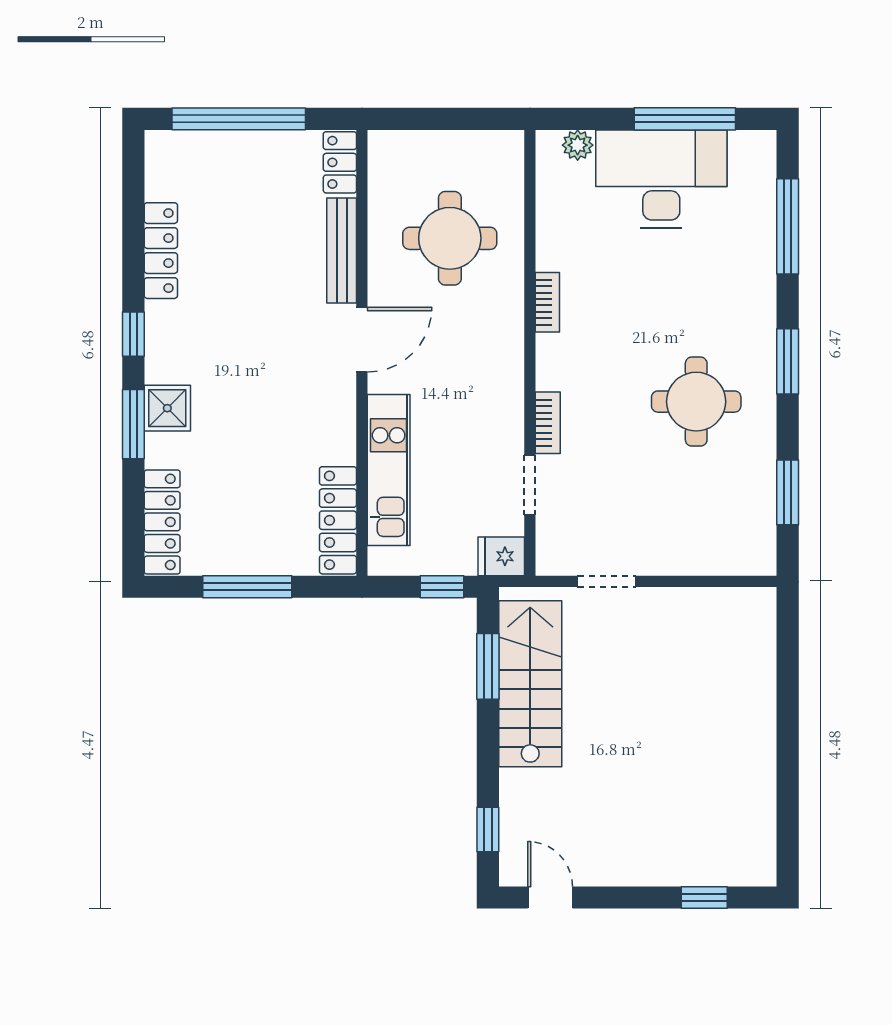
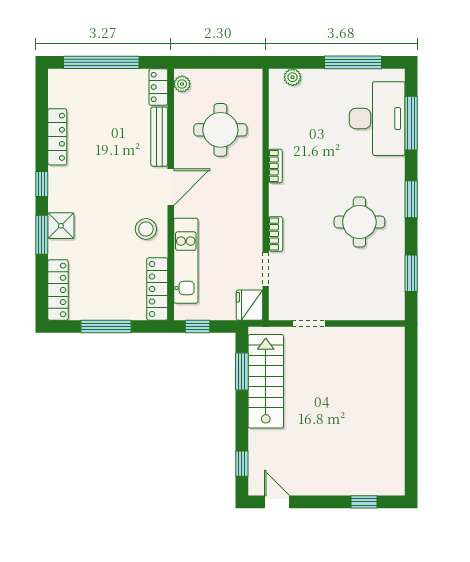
plant: (382, 157) -> (182, 84), added
desk: (661, 179) -> (377, 119), moved, turned 90
stool: (318, 414) -> (146, 229), added
fridge: (501, 556) -> (249, 305), width x1.38
window: (442, 587) -> (198, 327), moved

